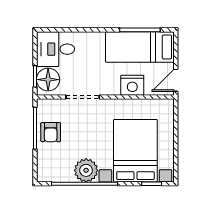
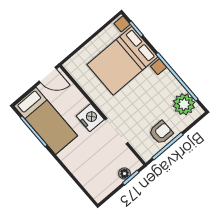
desk: (56, 49) -> (99, 180), removed
floor lamp: (48, 80) -> (125, 174), width x0.53, depth x0.53
nightstand: (132, 85) -> (90, 118), moved
plant: (86, 170) -> (184, 104), moved

